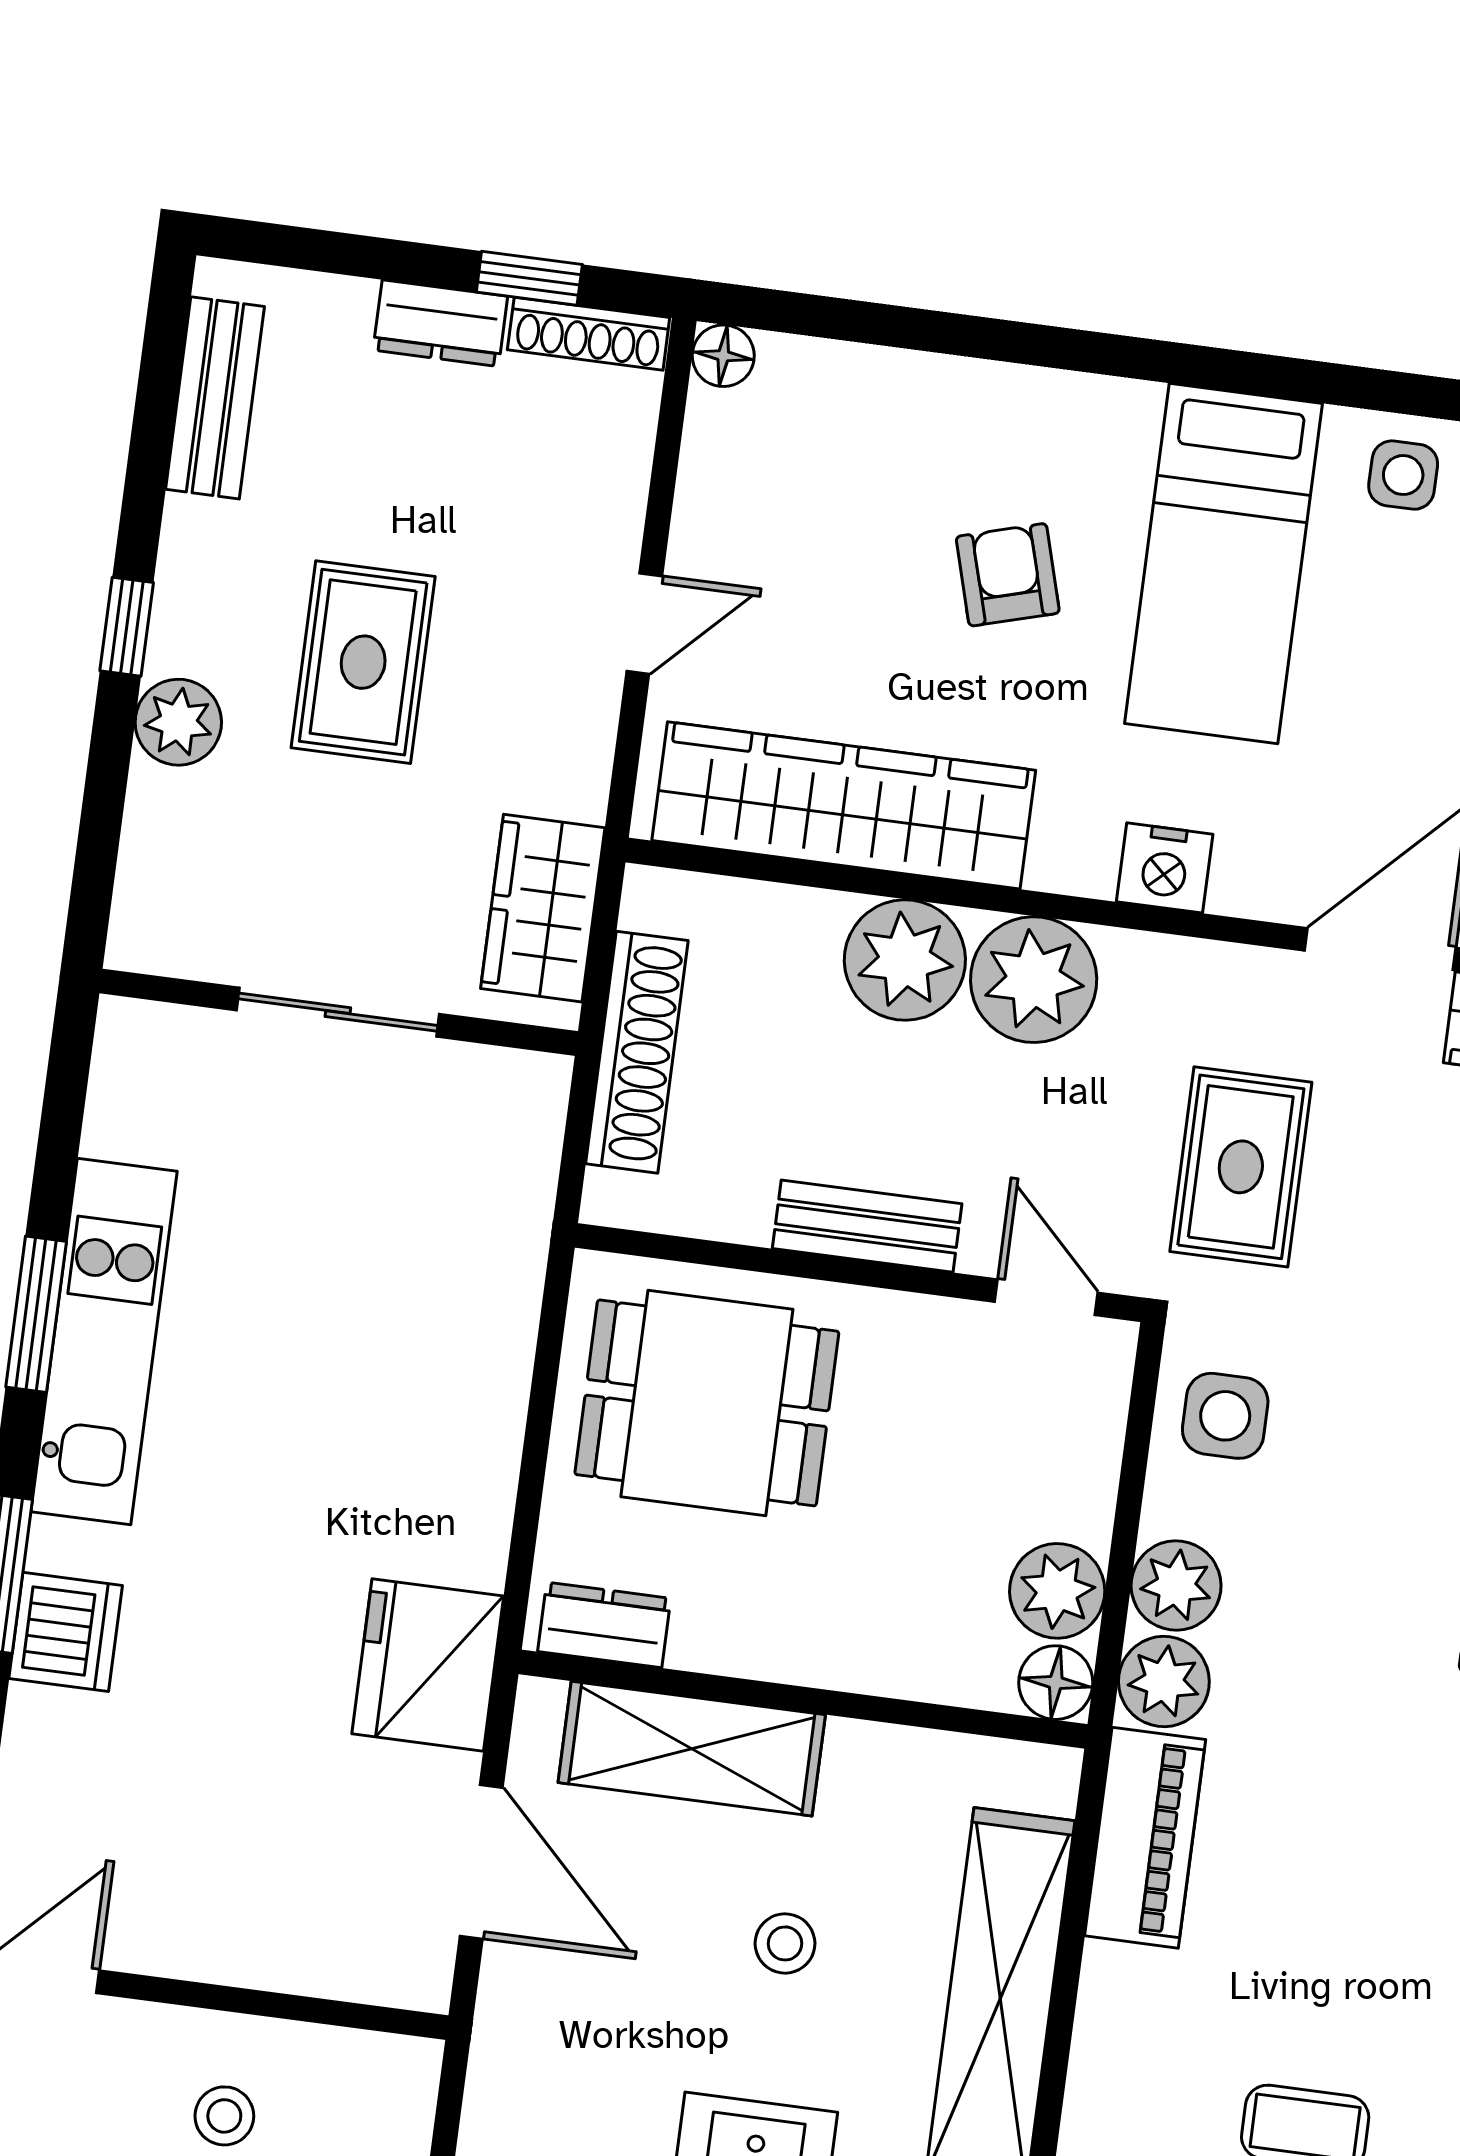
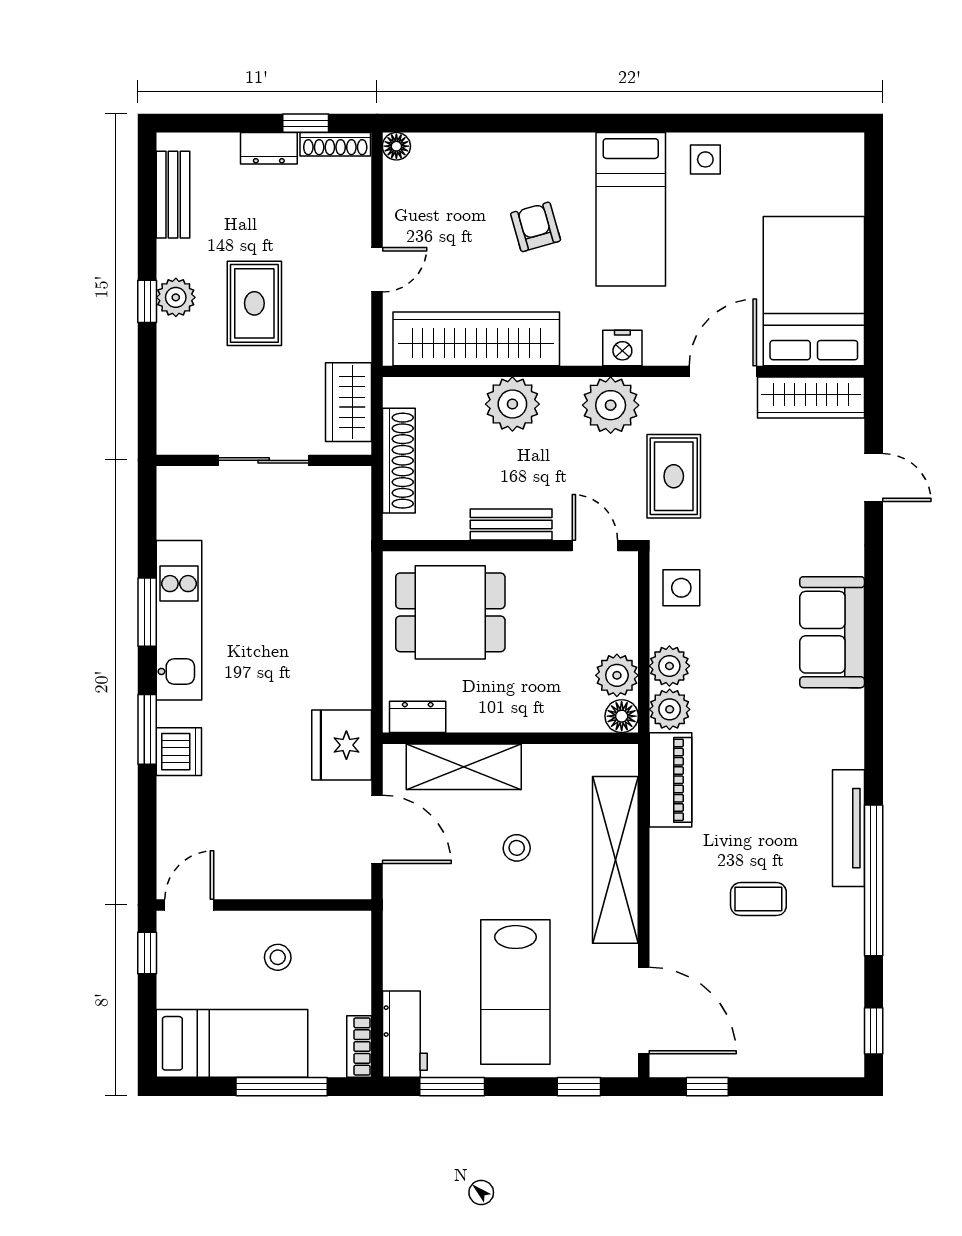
plant: (178, 722) -> (176, 297), moved
plant: (1034, 980) -> (611, 405), moved

